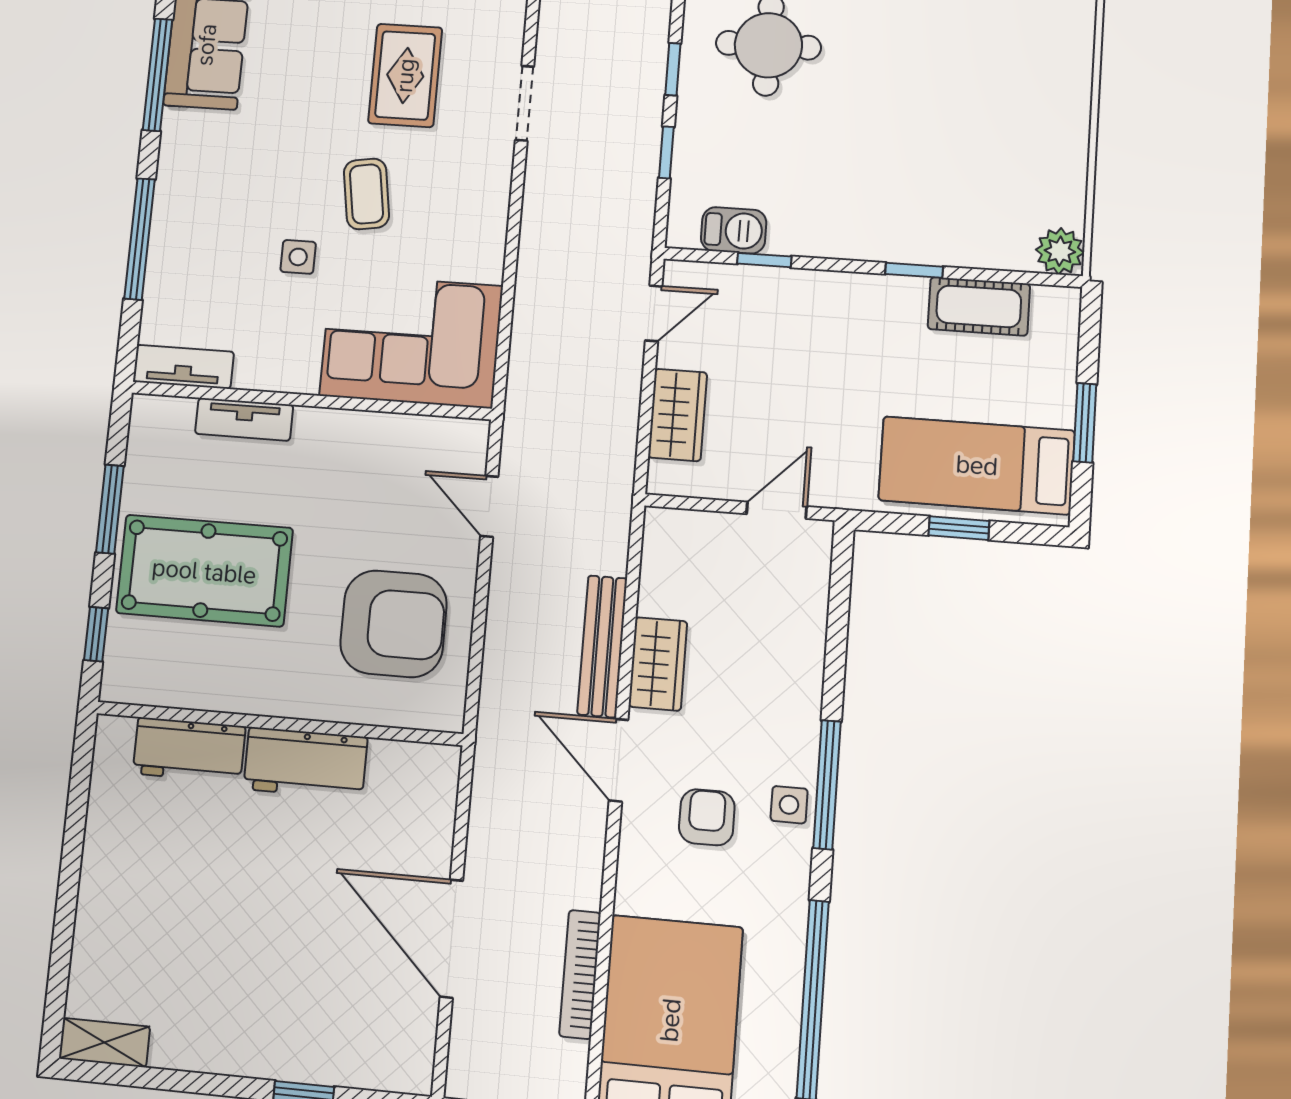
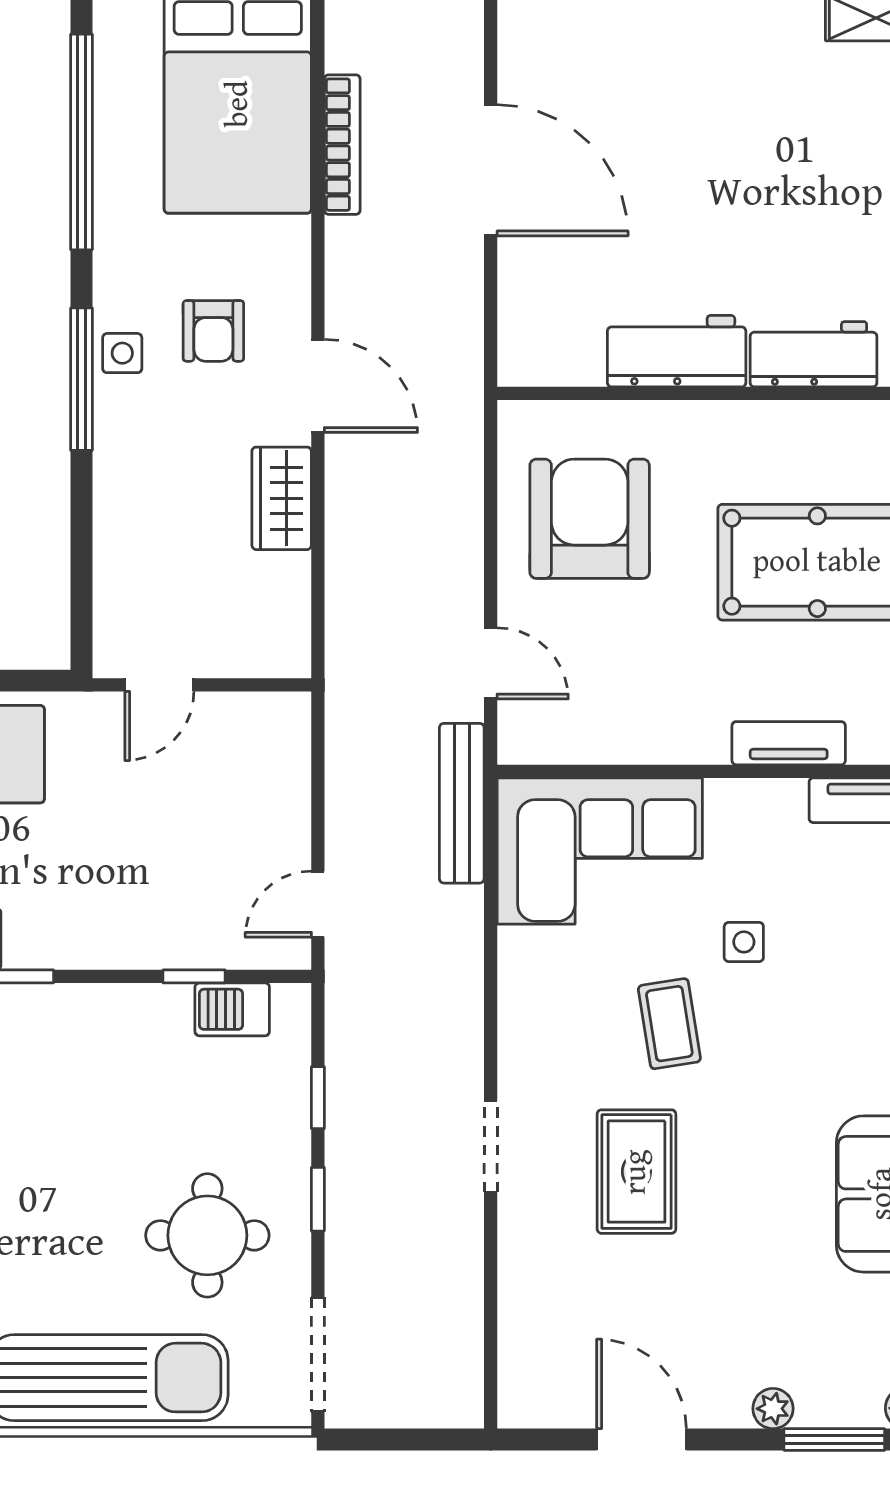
wardrobe: (678, 415) -> (281, 787), removed
armchair: (394, 624) -> (590, 519), turned 90
bench: (602, 646) -> (462, 803), moved

